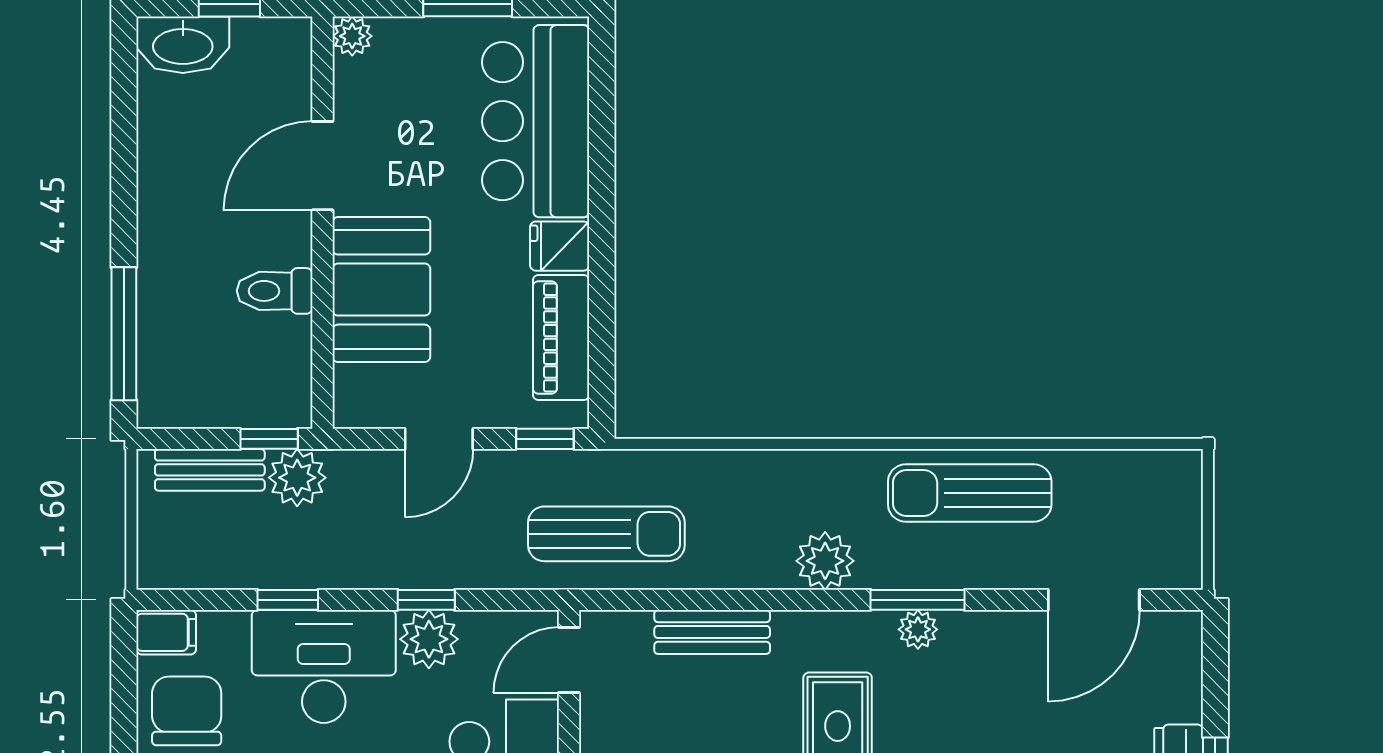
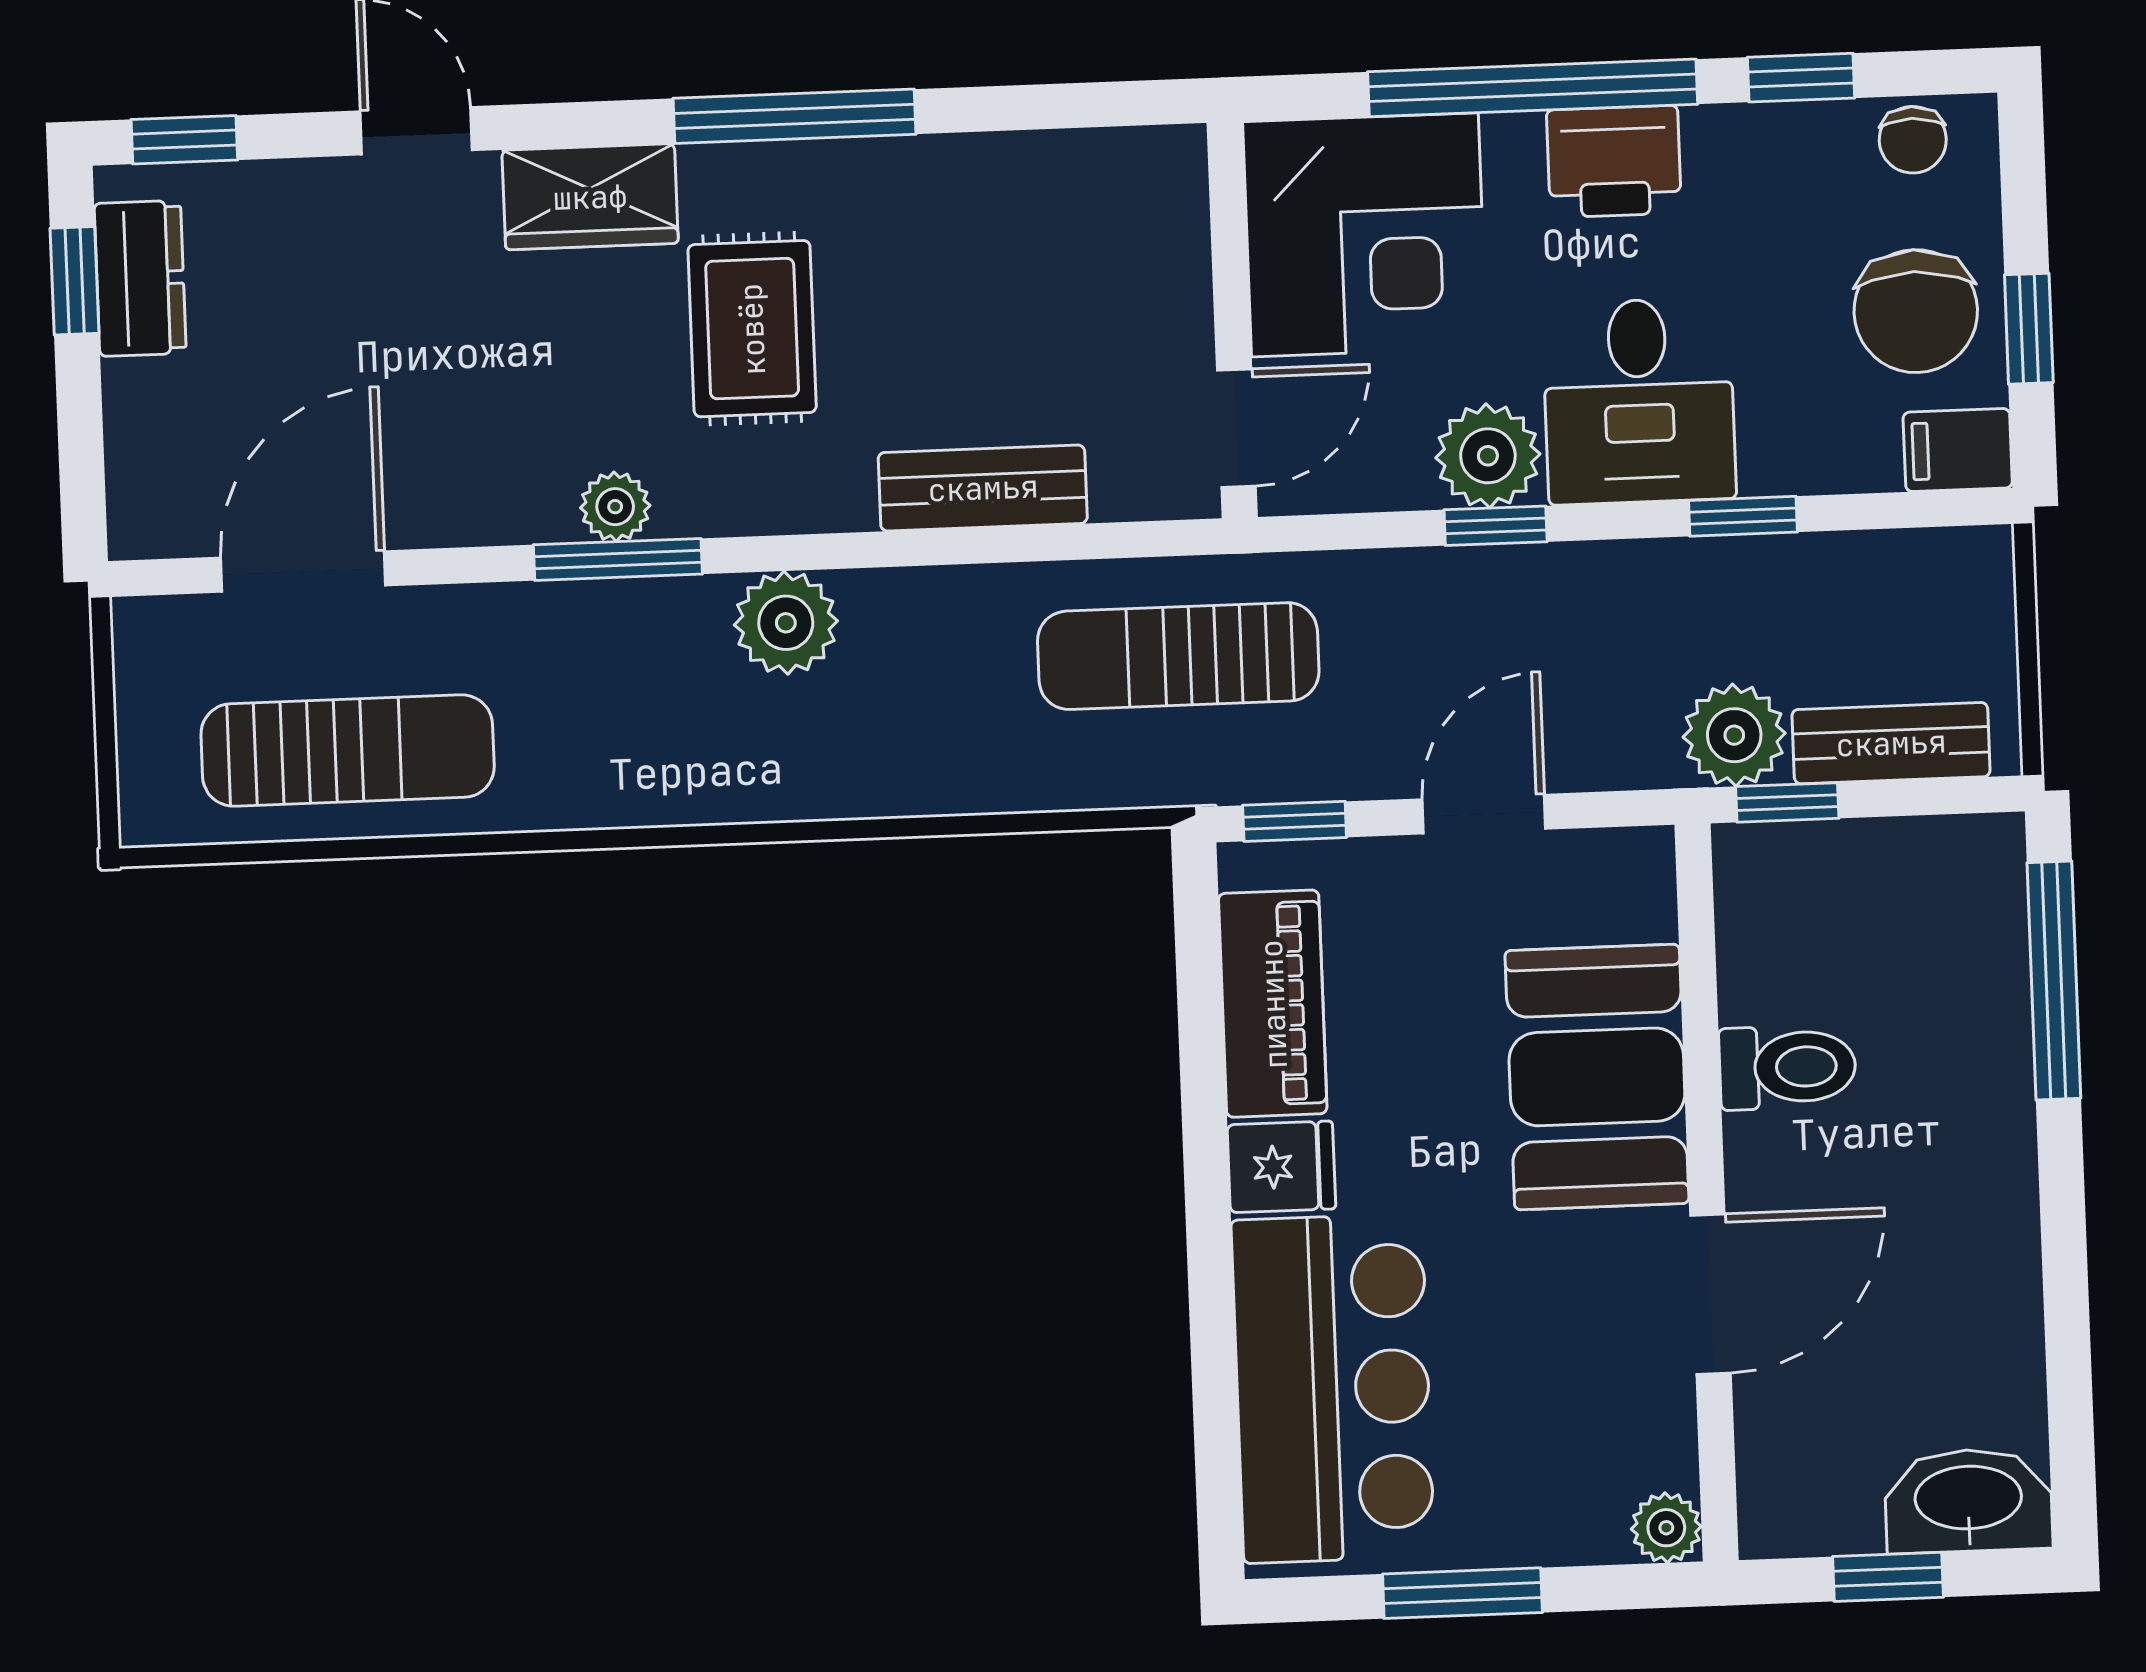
sun lounger: (970, 493) -> (348, 750), moved
desk: (324, 666) -> (1639, 401), width x0.73
window: (124, 699) -> (2029, 329), added

